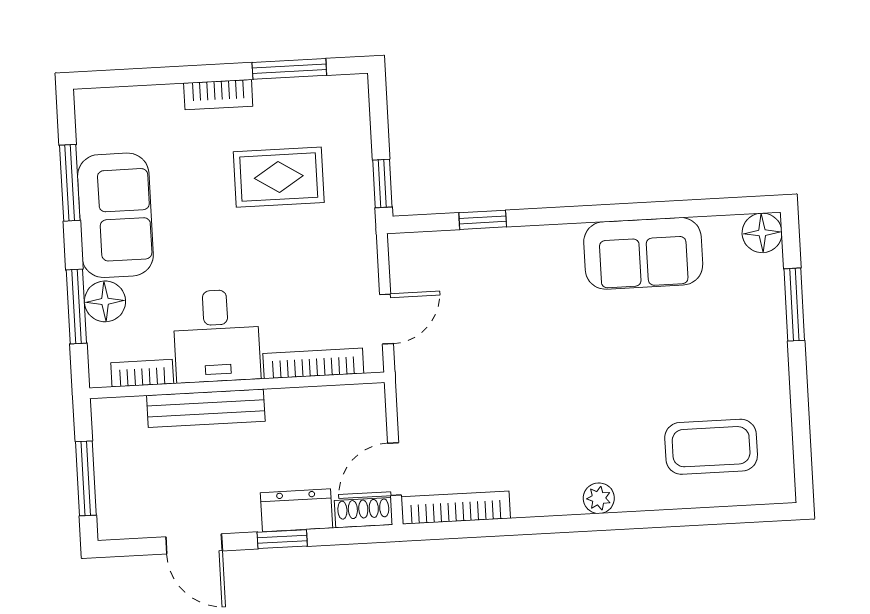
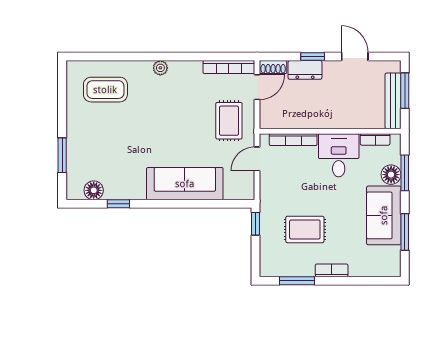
window: (483, 220) -> (118, 204), moved
floor lamp: (762, 233) -> (94, 190), moved
sofa: (643, 253) -> (185, 184), moved, width x1.36
rug: (450, 396) -> (229, 121), added
bench: (206, 408) -> (393, 101), moved, turned 90

